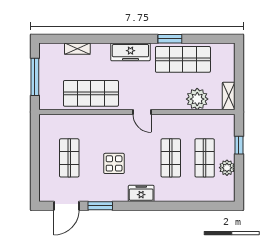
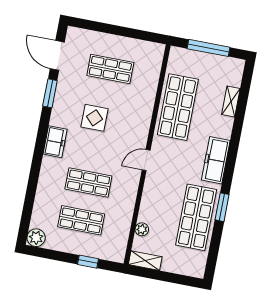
plant: (197, 99) -> (142, 229), width x0.53, depth x0.53
plant: (227, 168) -> (36, 238), moved

